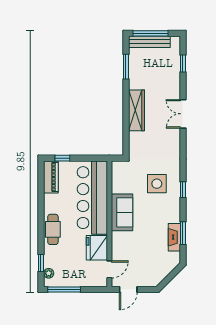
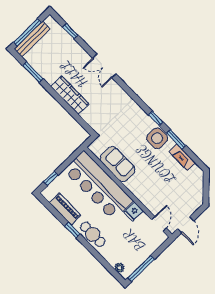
piano: (51, 177) -> (65, 209), moved
side table: (157, 184) -> (157, 138), moved
sofa: (122, 212) -> (118, 164), moved
window: (183, 233) -> (176, 139), moved
fridge: (97, 248) -> (134, 211), width x0.53, depth x0.75
window: (41, 263) -> (72, 230), moved

